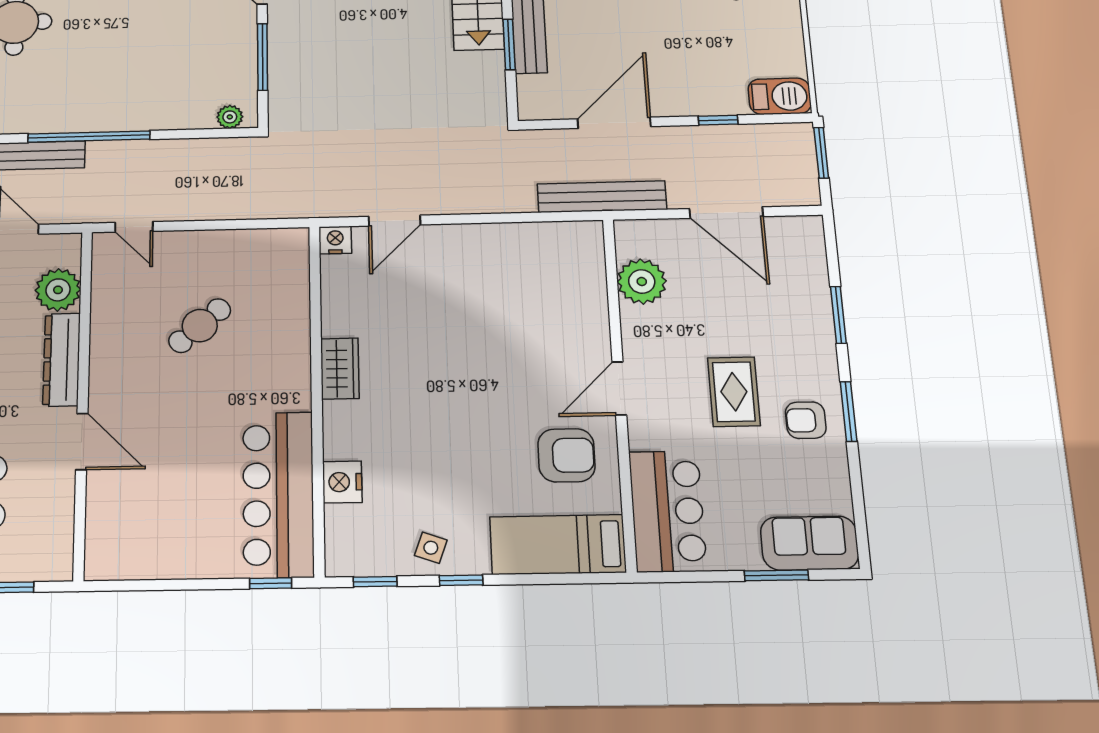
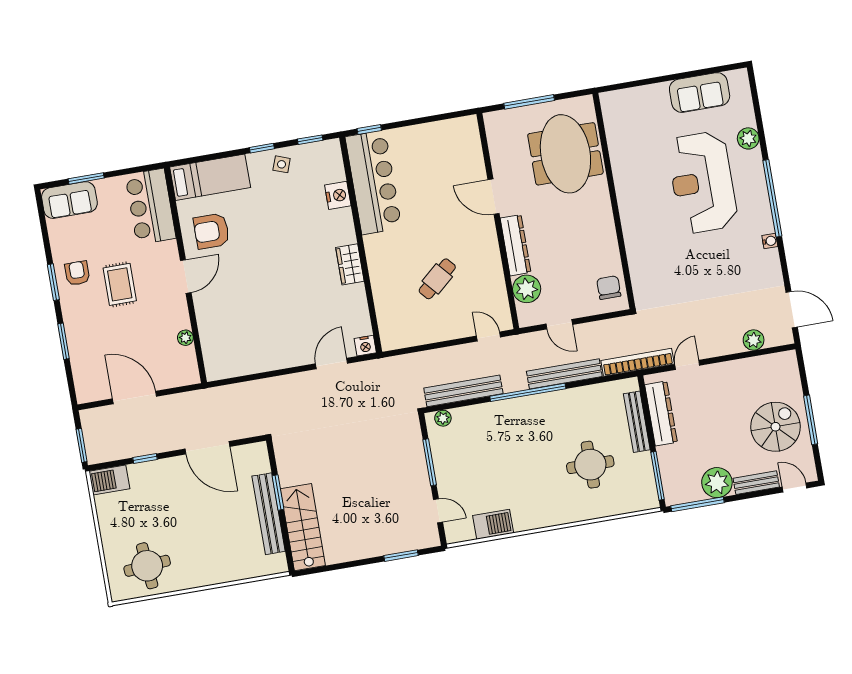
door: (614, 123) -> (207, 448), hinge flipped
bench: (602, 197) -> (463, 391), moved
plant: (642, 282) -> (185, 338), width x0.53, depth x0.53
armchair: (806, 420) -> (77, 273), turned -90

